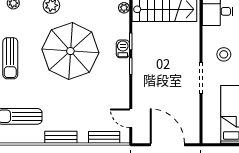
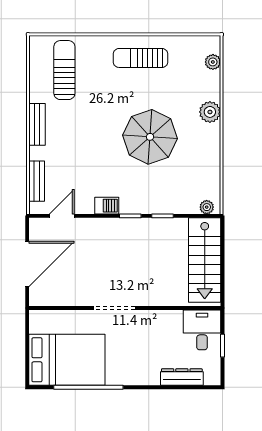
barbecue: (123, 49) -> (107, 206), moved
parasol: (70, 51) -> (150, 137), width x0.73, depth x0.73
stool: (224, 54) -> (146, 338), removed

